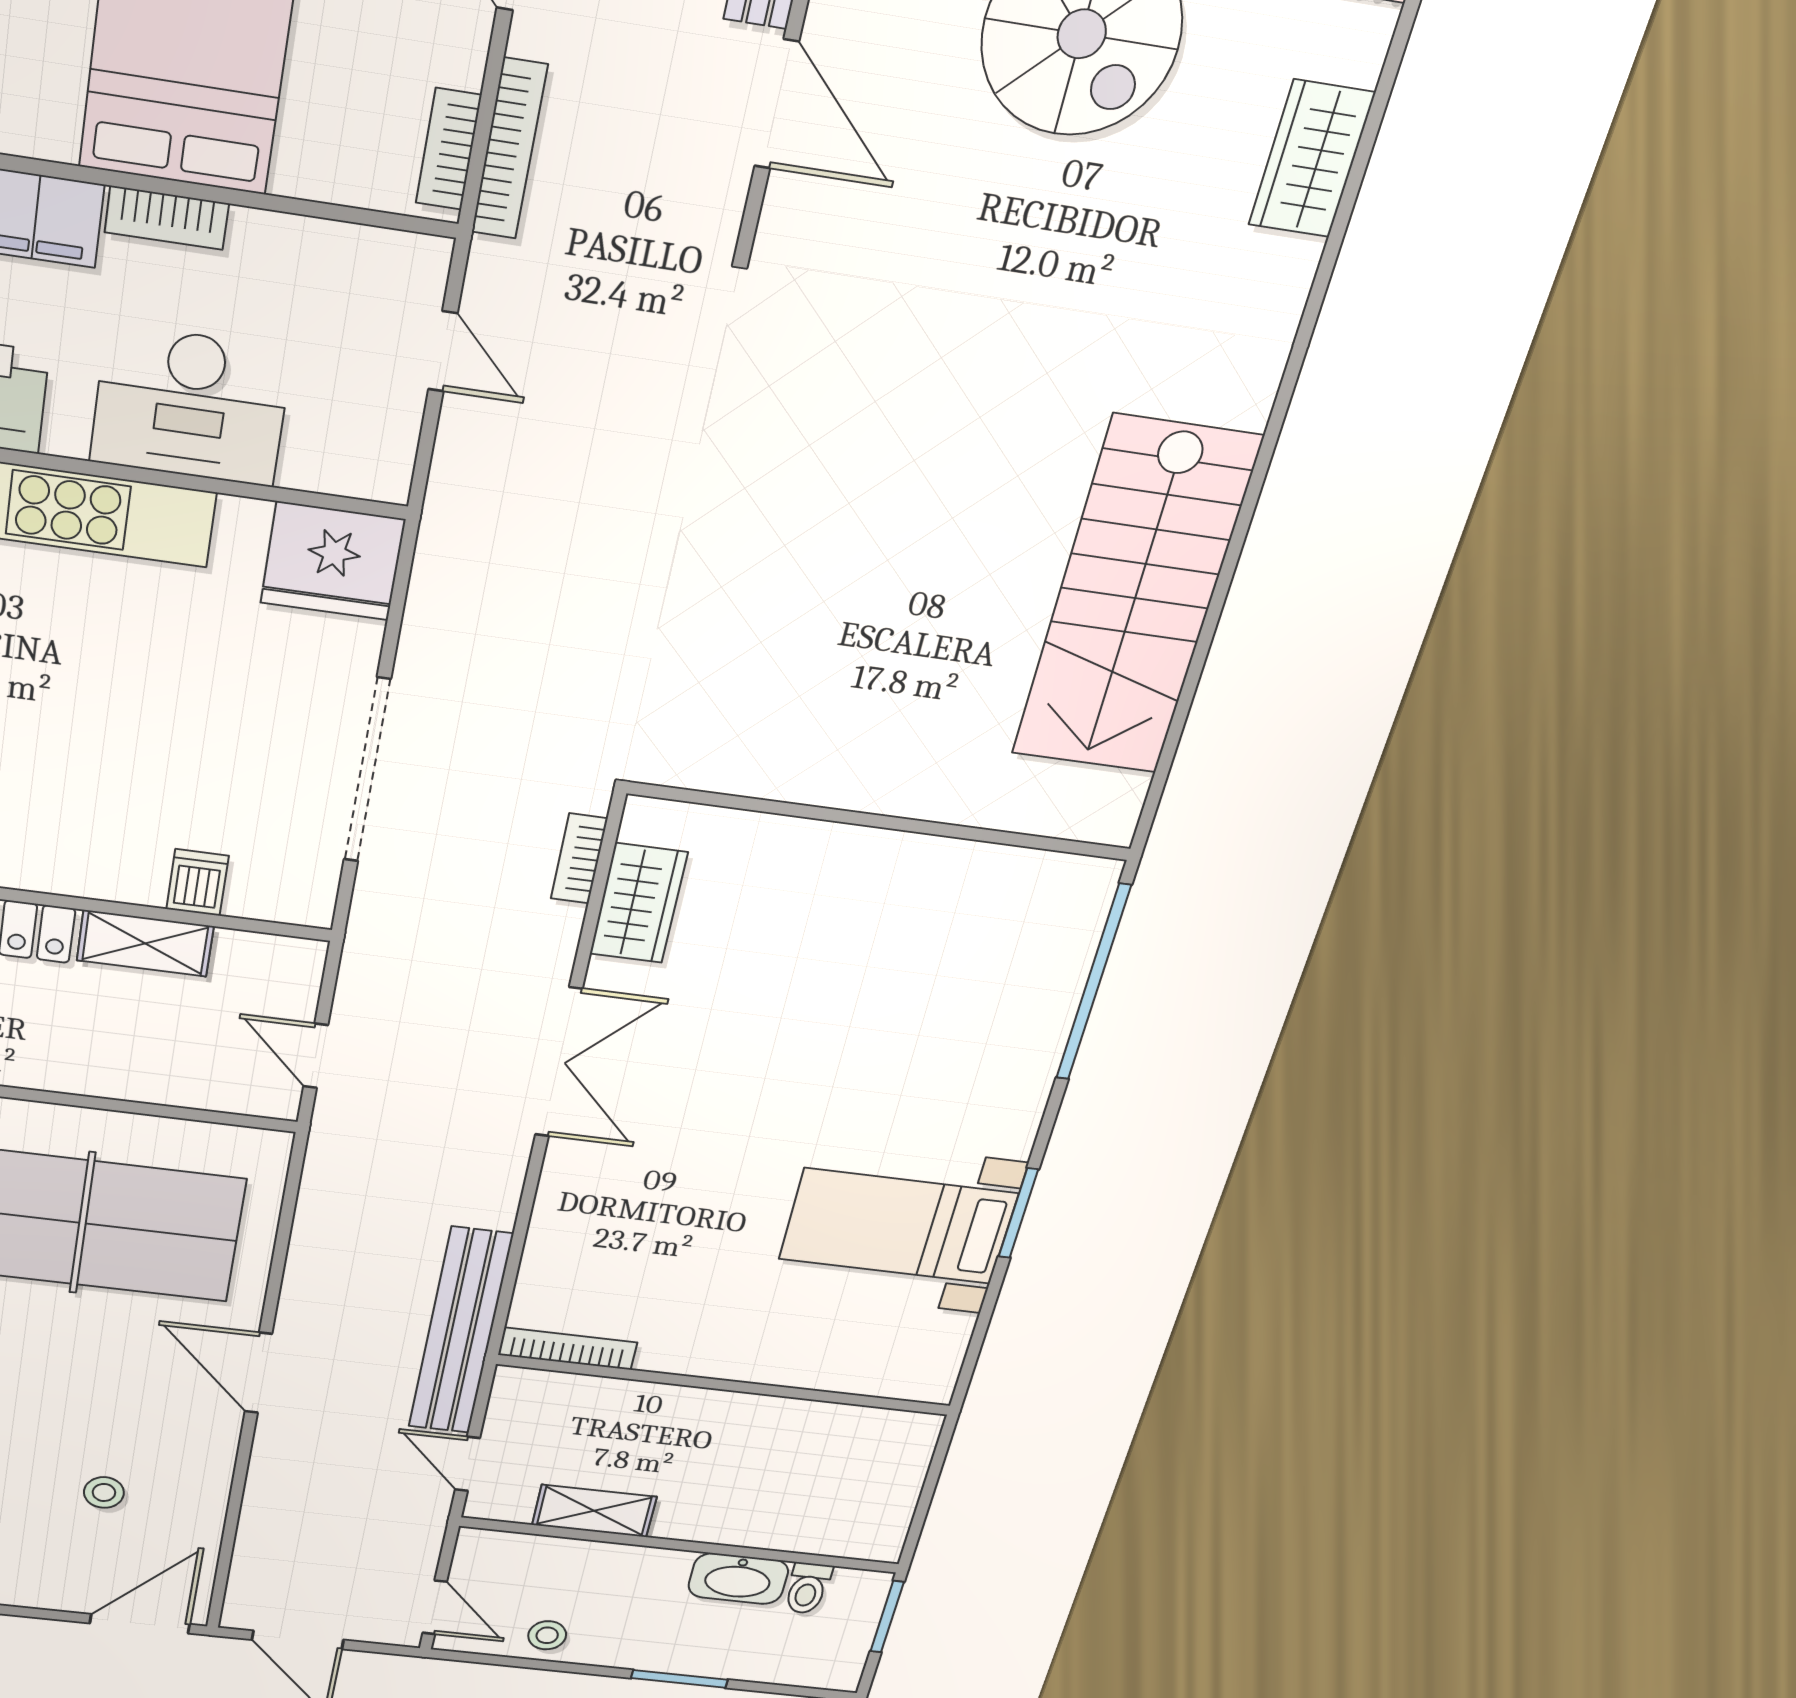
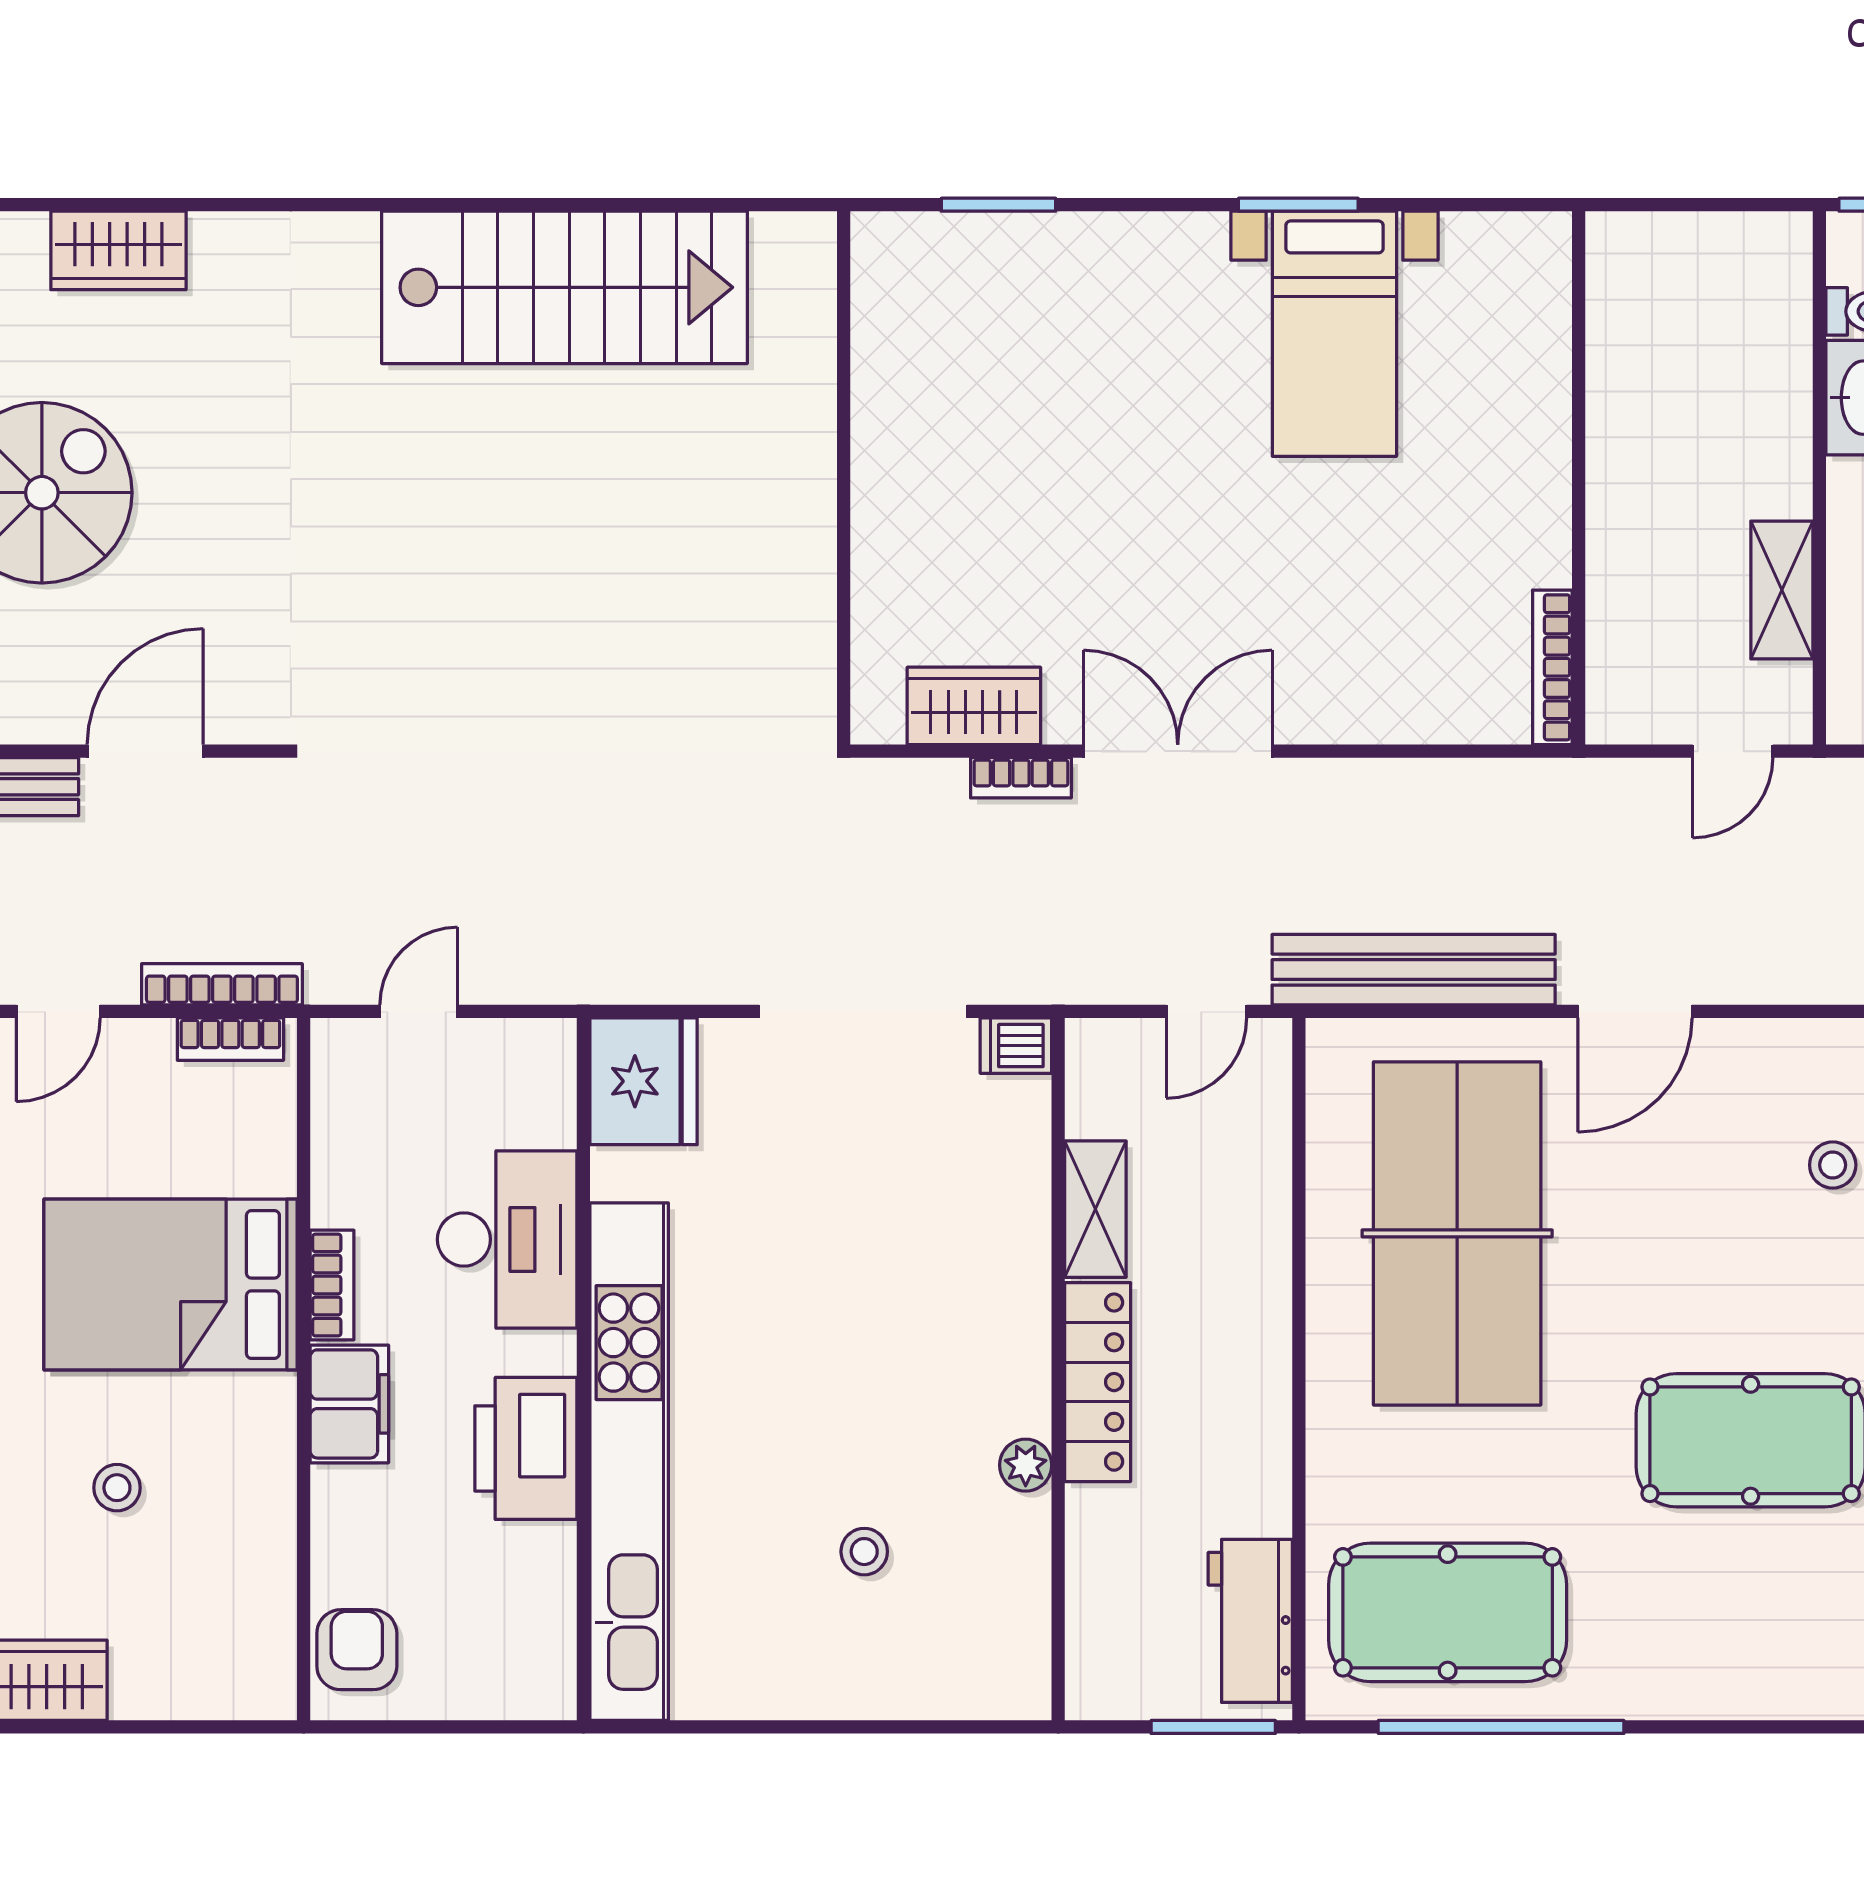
bookcase: (579, 858) -> (1021, 778), moved
dishwasher: (197, 883) -> (1016, 1046), moved
window: (1093, 983) -> (999, 205), width x0.47
bench: (460, 1331) -> (1414, 970), moved

